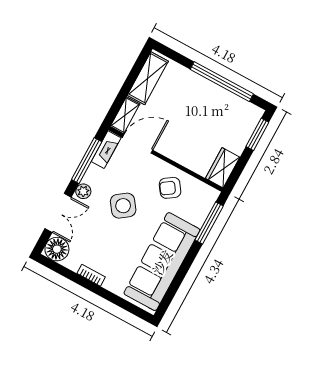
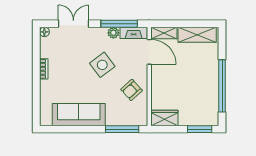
armchair: (170, 188) -> (131, 90), turned -97
plant: (83, 191) -> (113, 33), moved
double door: (58, 213) -> (73, 24), swing flipped
floor lamp: (57, 249) -> (44, 32), width x0.53, depth x0.53
sofa: (162, 262) -> (79, 115), width x0.74, depth x0.79

